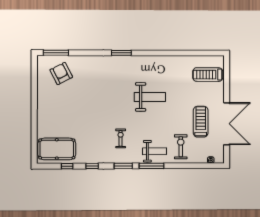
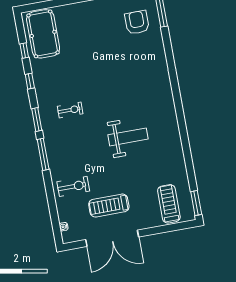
window: (121, 53) -> (196, 203), moved
armchair: (61, 73) -> (137, 22), turned -63
weight bench: (150, 97) -> (128, 137), turned -90
treadmill: (201, 122) -> (109, 206), turned 180
weight bench: (155, 151) -> (62, 155), removed

